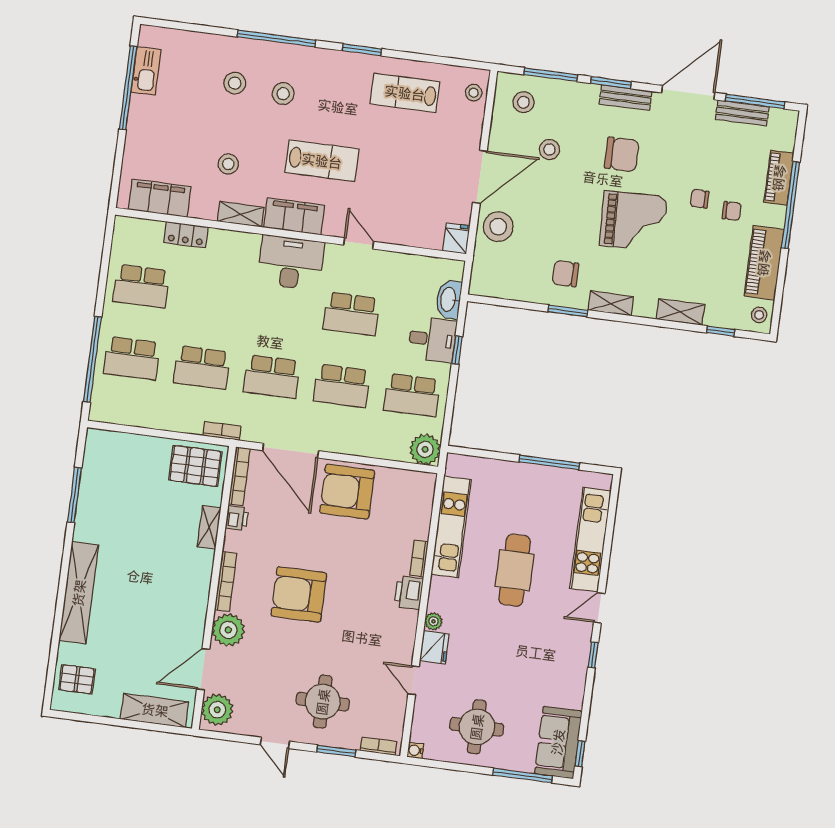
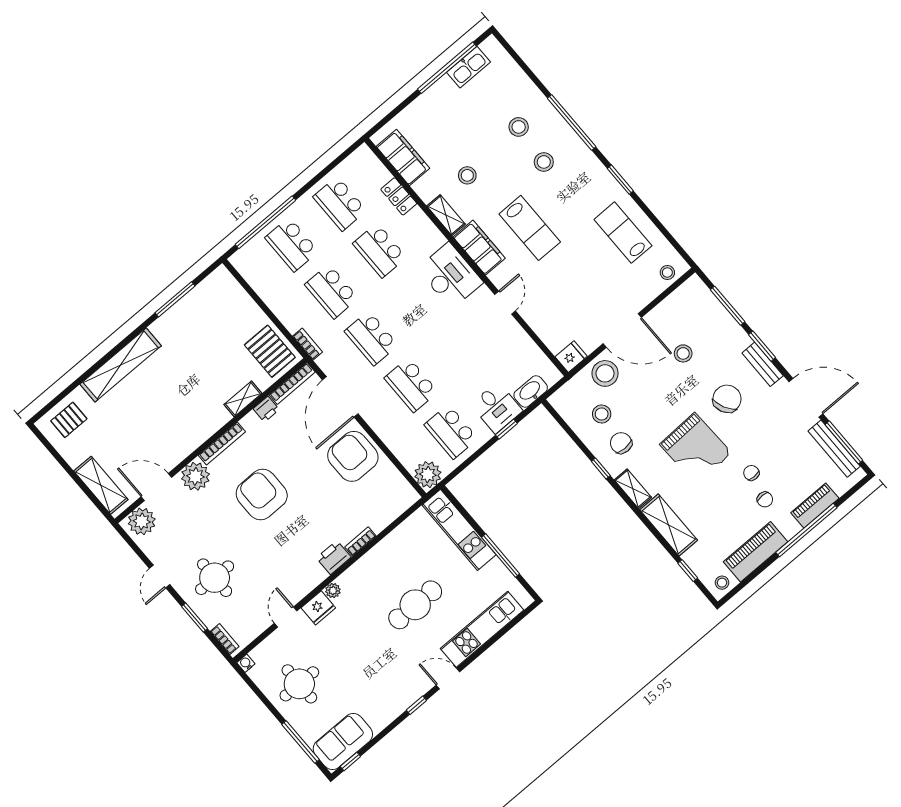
stool: (523, 102) -> (602, 414), moved
bench: (742, 113) -> (834, 449), width x1.36
chair: (622, 154) -> (727, 399), turned -117
window: (568, 311) -> (601, 468), width x0.67
shelving: (680, 312) -> (669, 525), width x1.50, depth x1.33
school desk: (351, 314) -> (380, 250), moved
kitchen unit: (451, 527) -> (459, 530), moved, turned 90
pallet: (77, 679) -> (69, 420), turned 90

